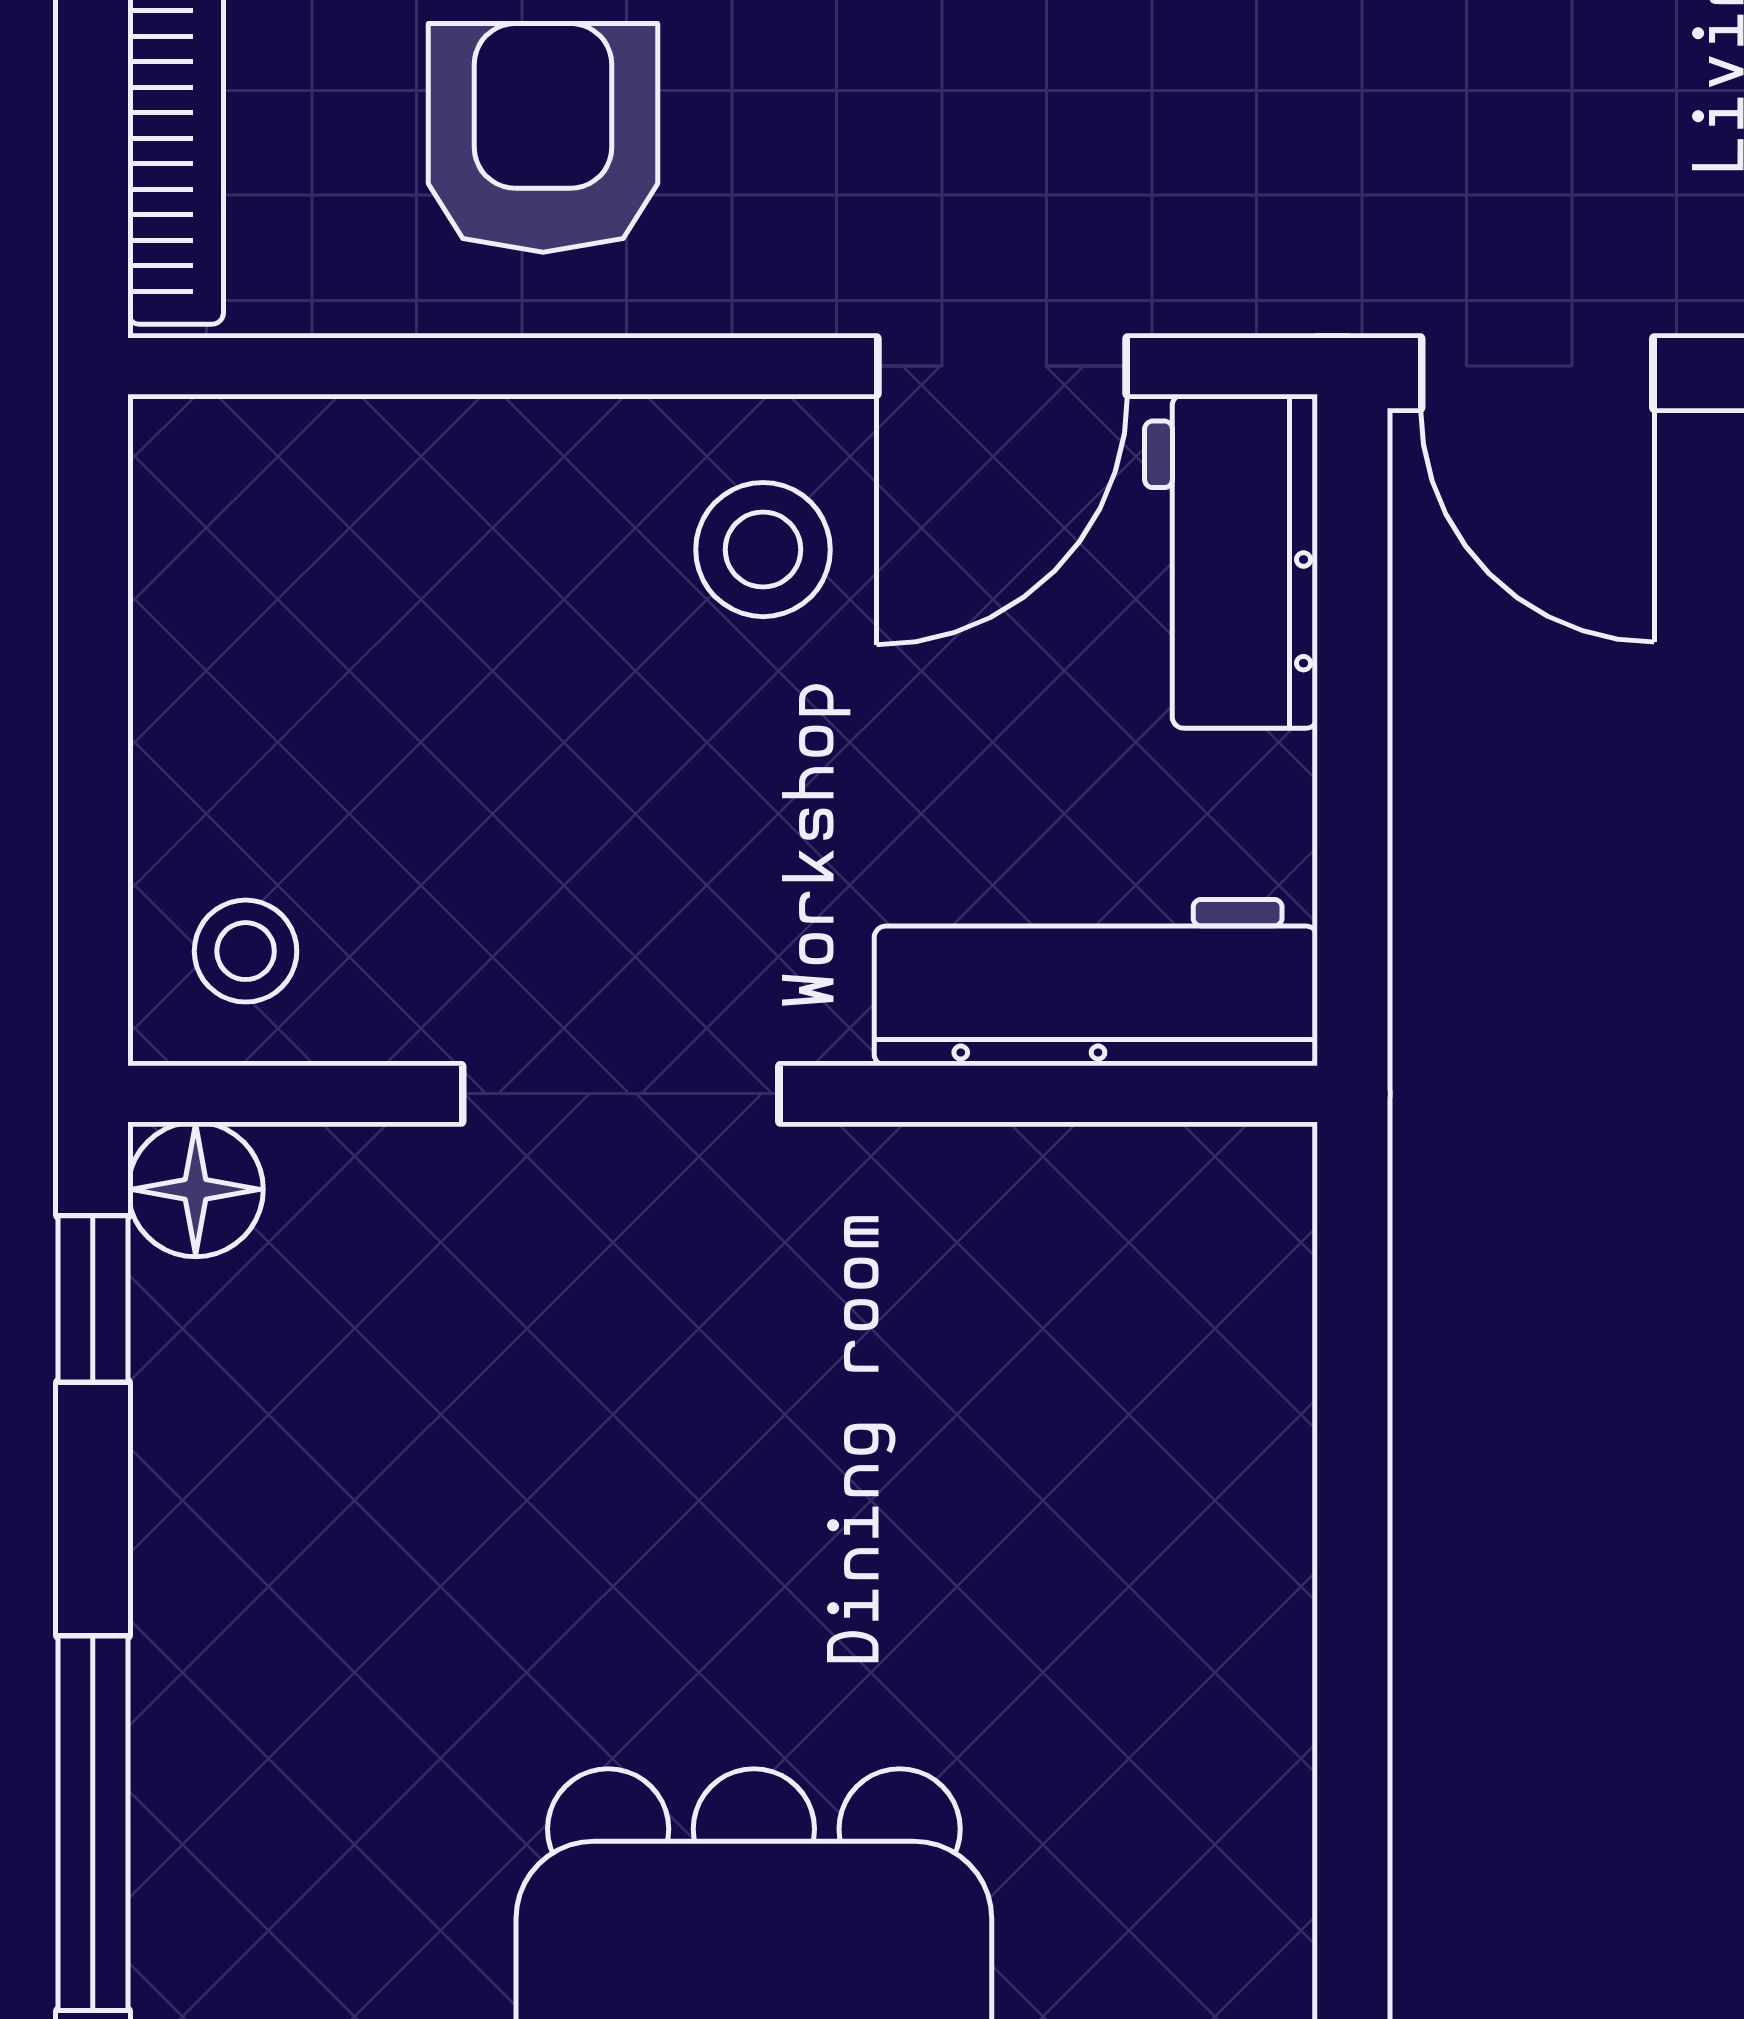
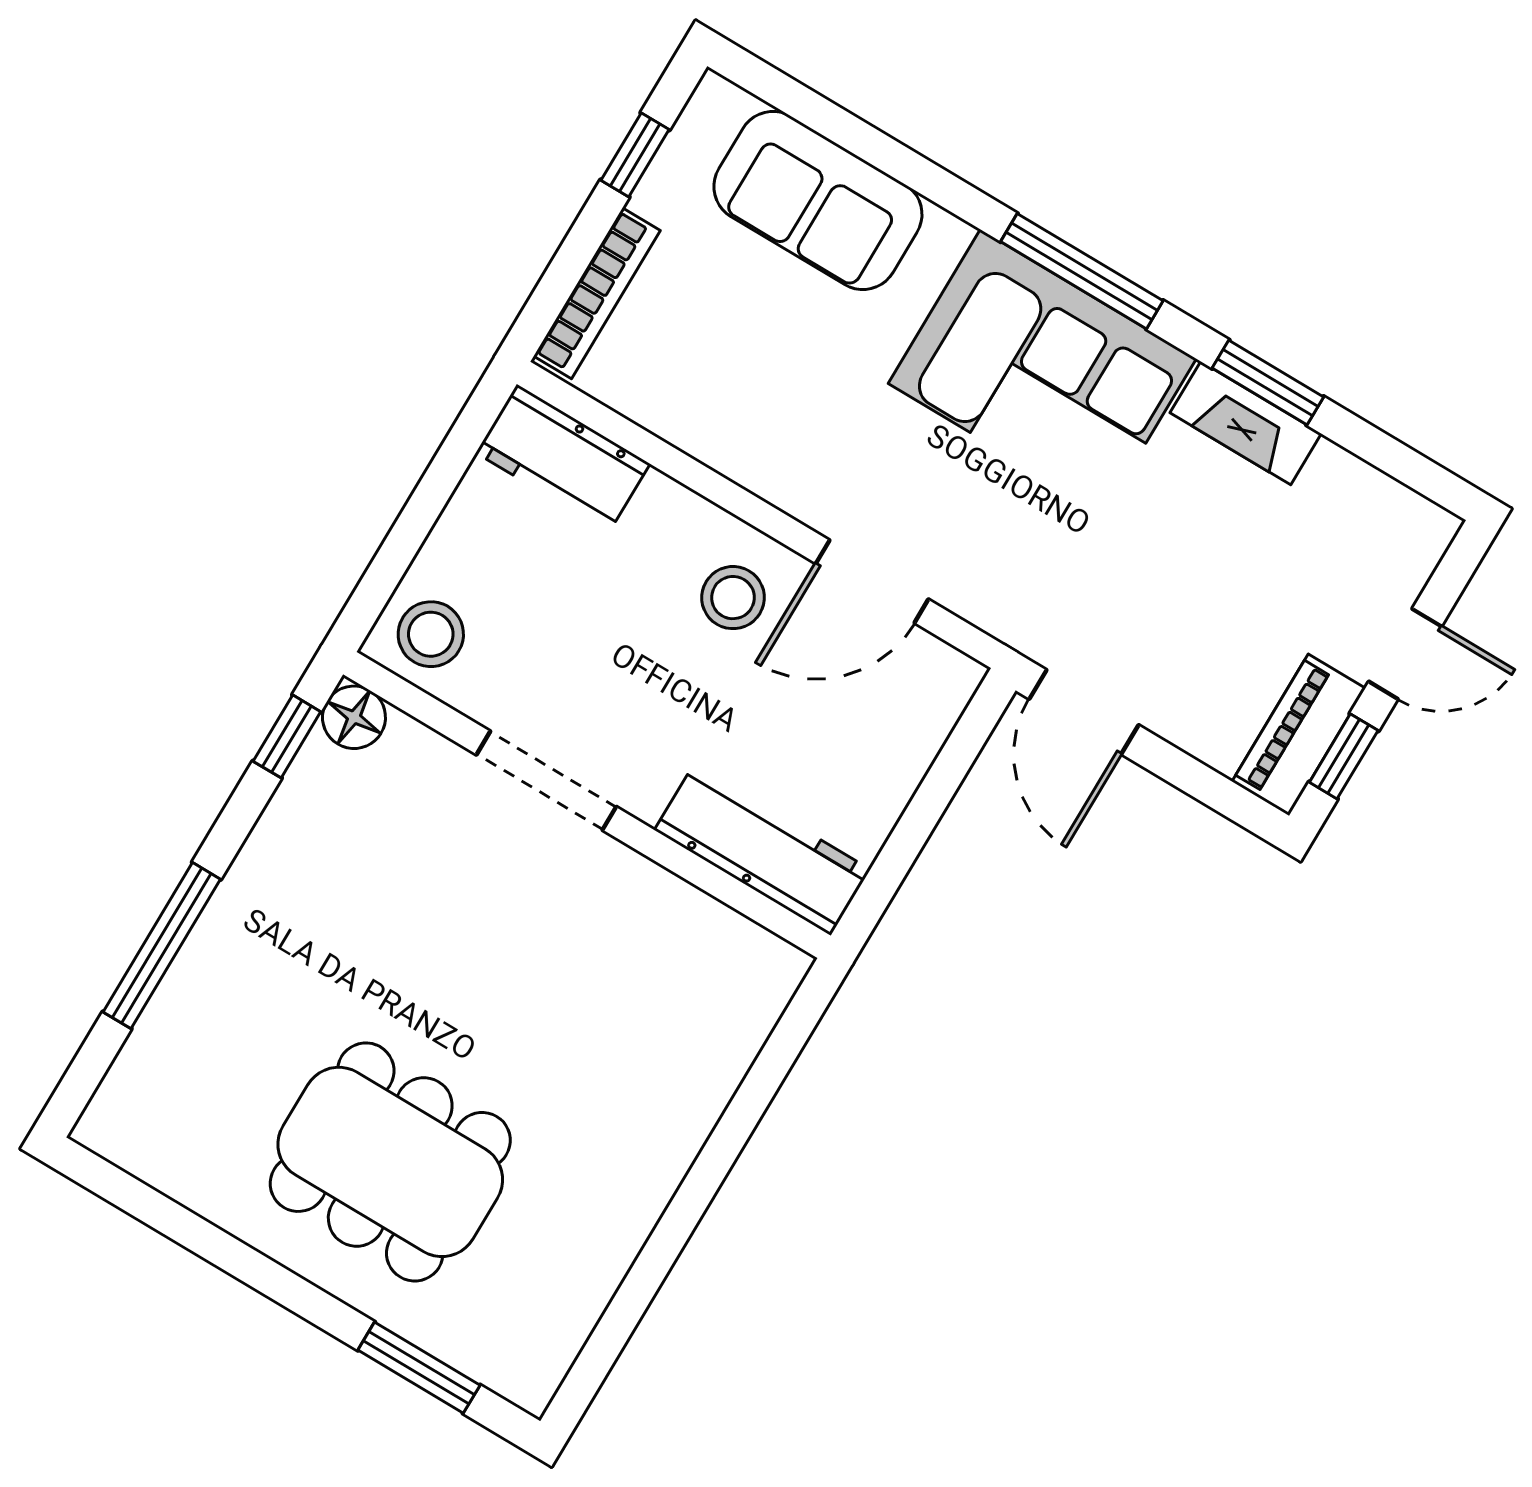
armchair: (543, 138) -> (743, 381), removed
workbench: (1231, 561) -> (563, 458), moved, turned -90
stool: (246, 951) -> (431, 634), width x1.37, depth x1.37

